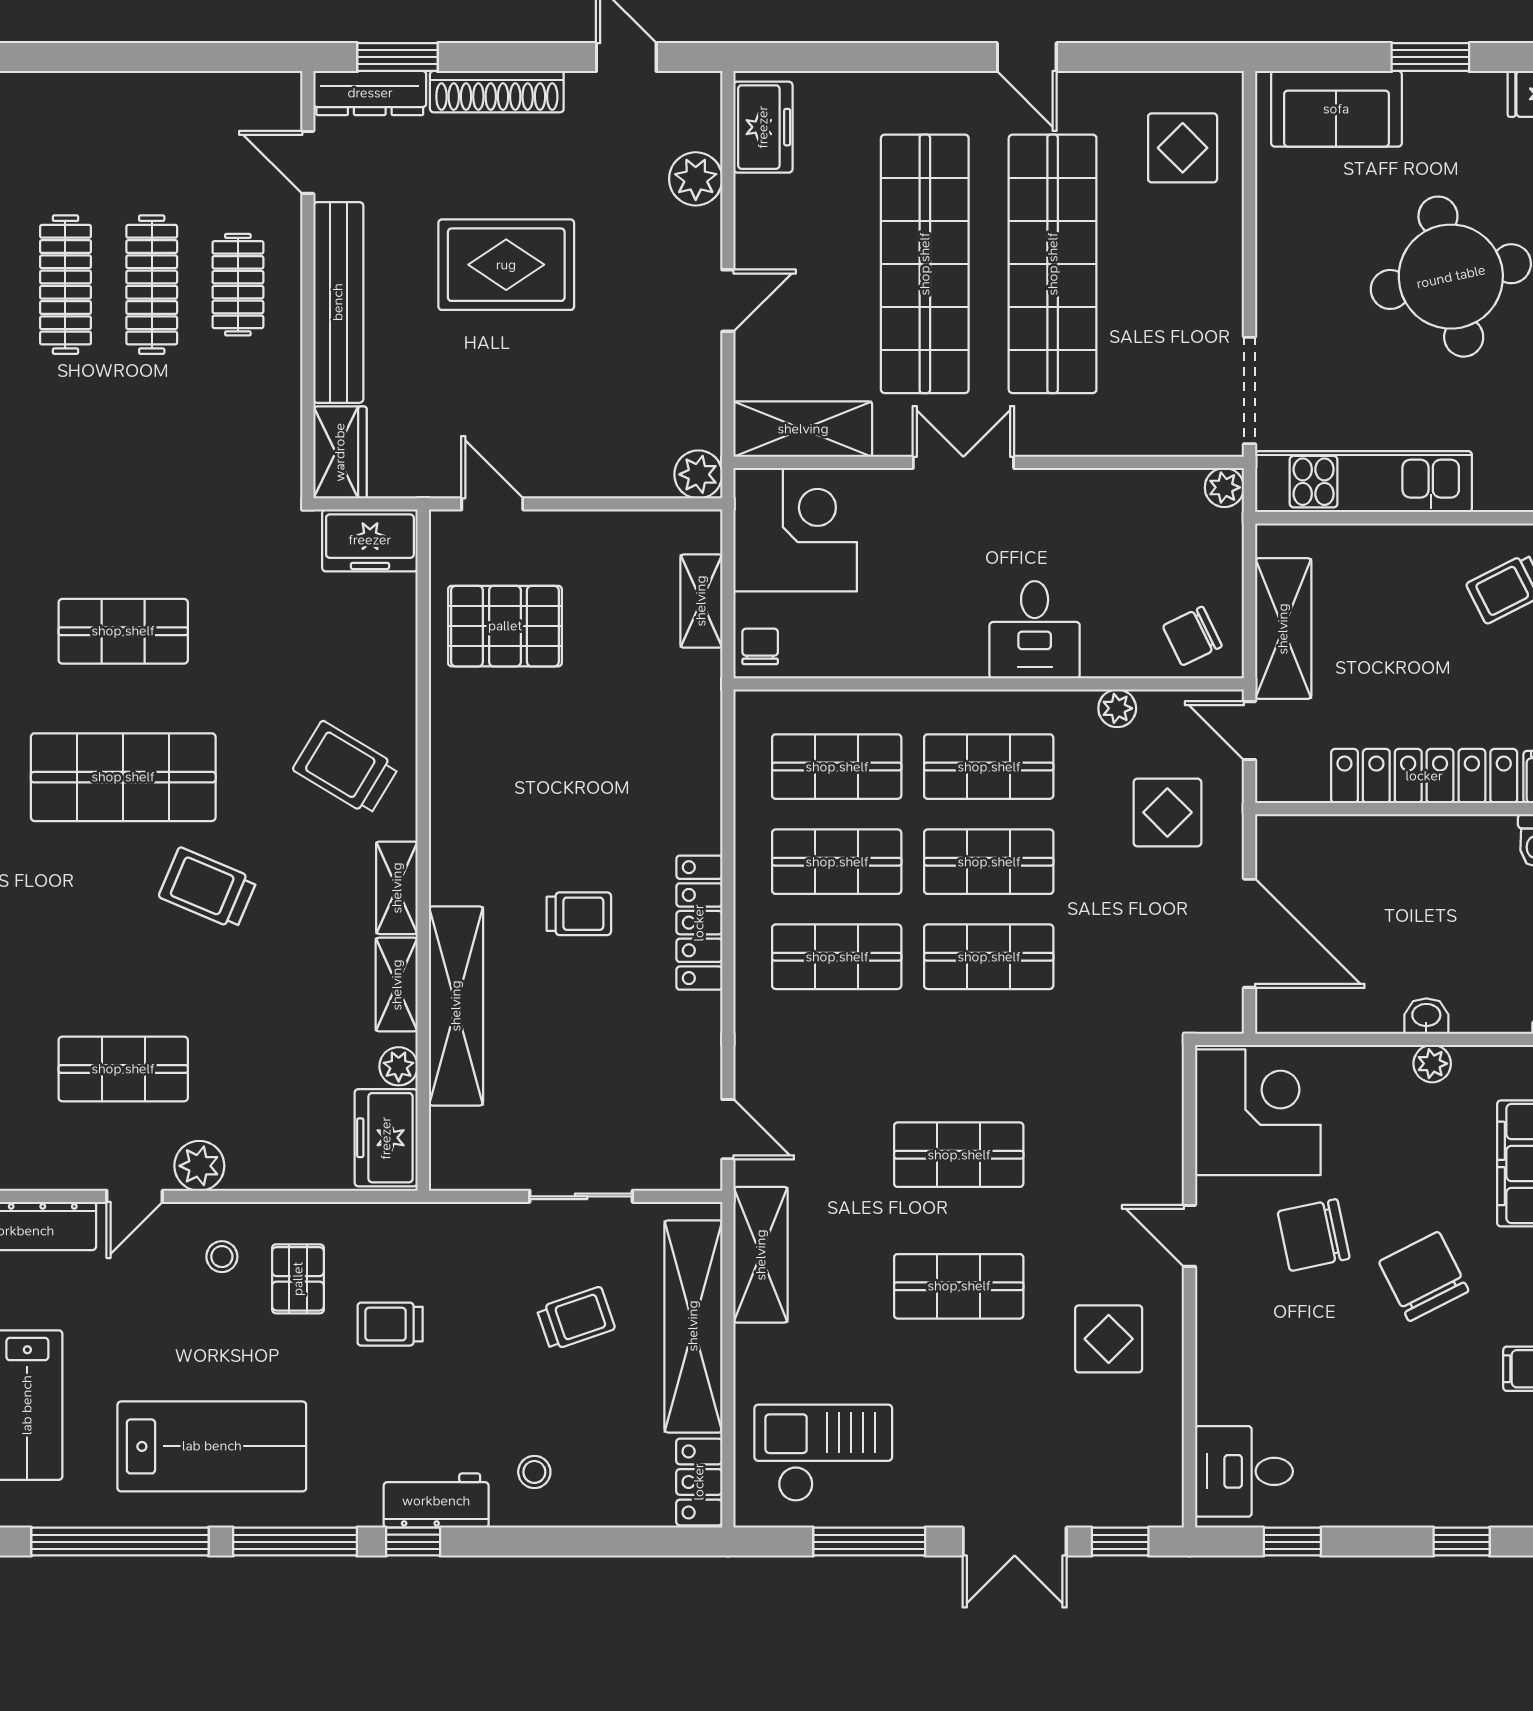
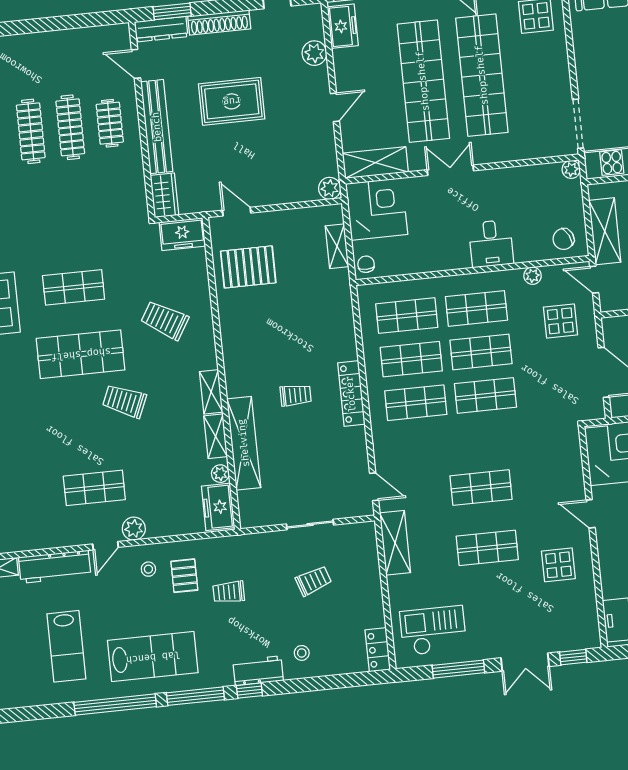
trolley: (346, 768) -> (165, 320), moved
shelving: (693, 1326) -> (368, 579), removed

